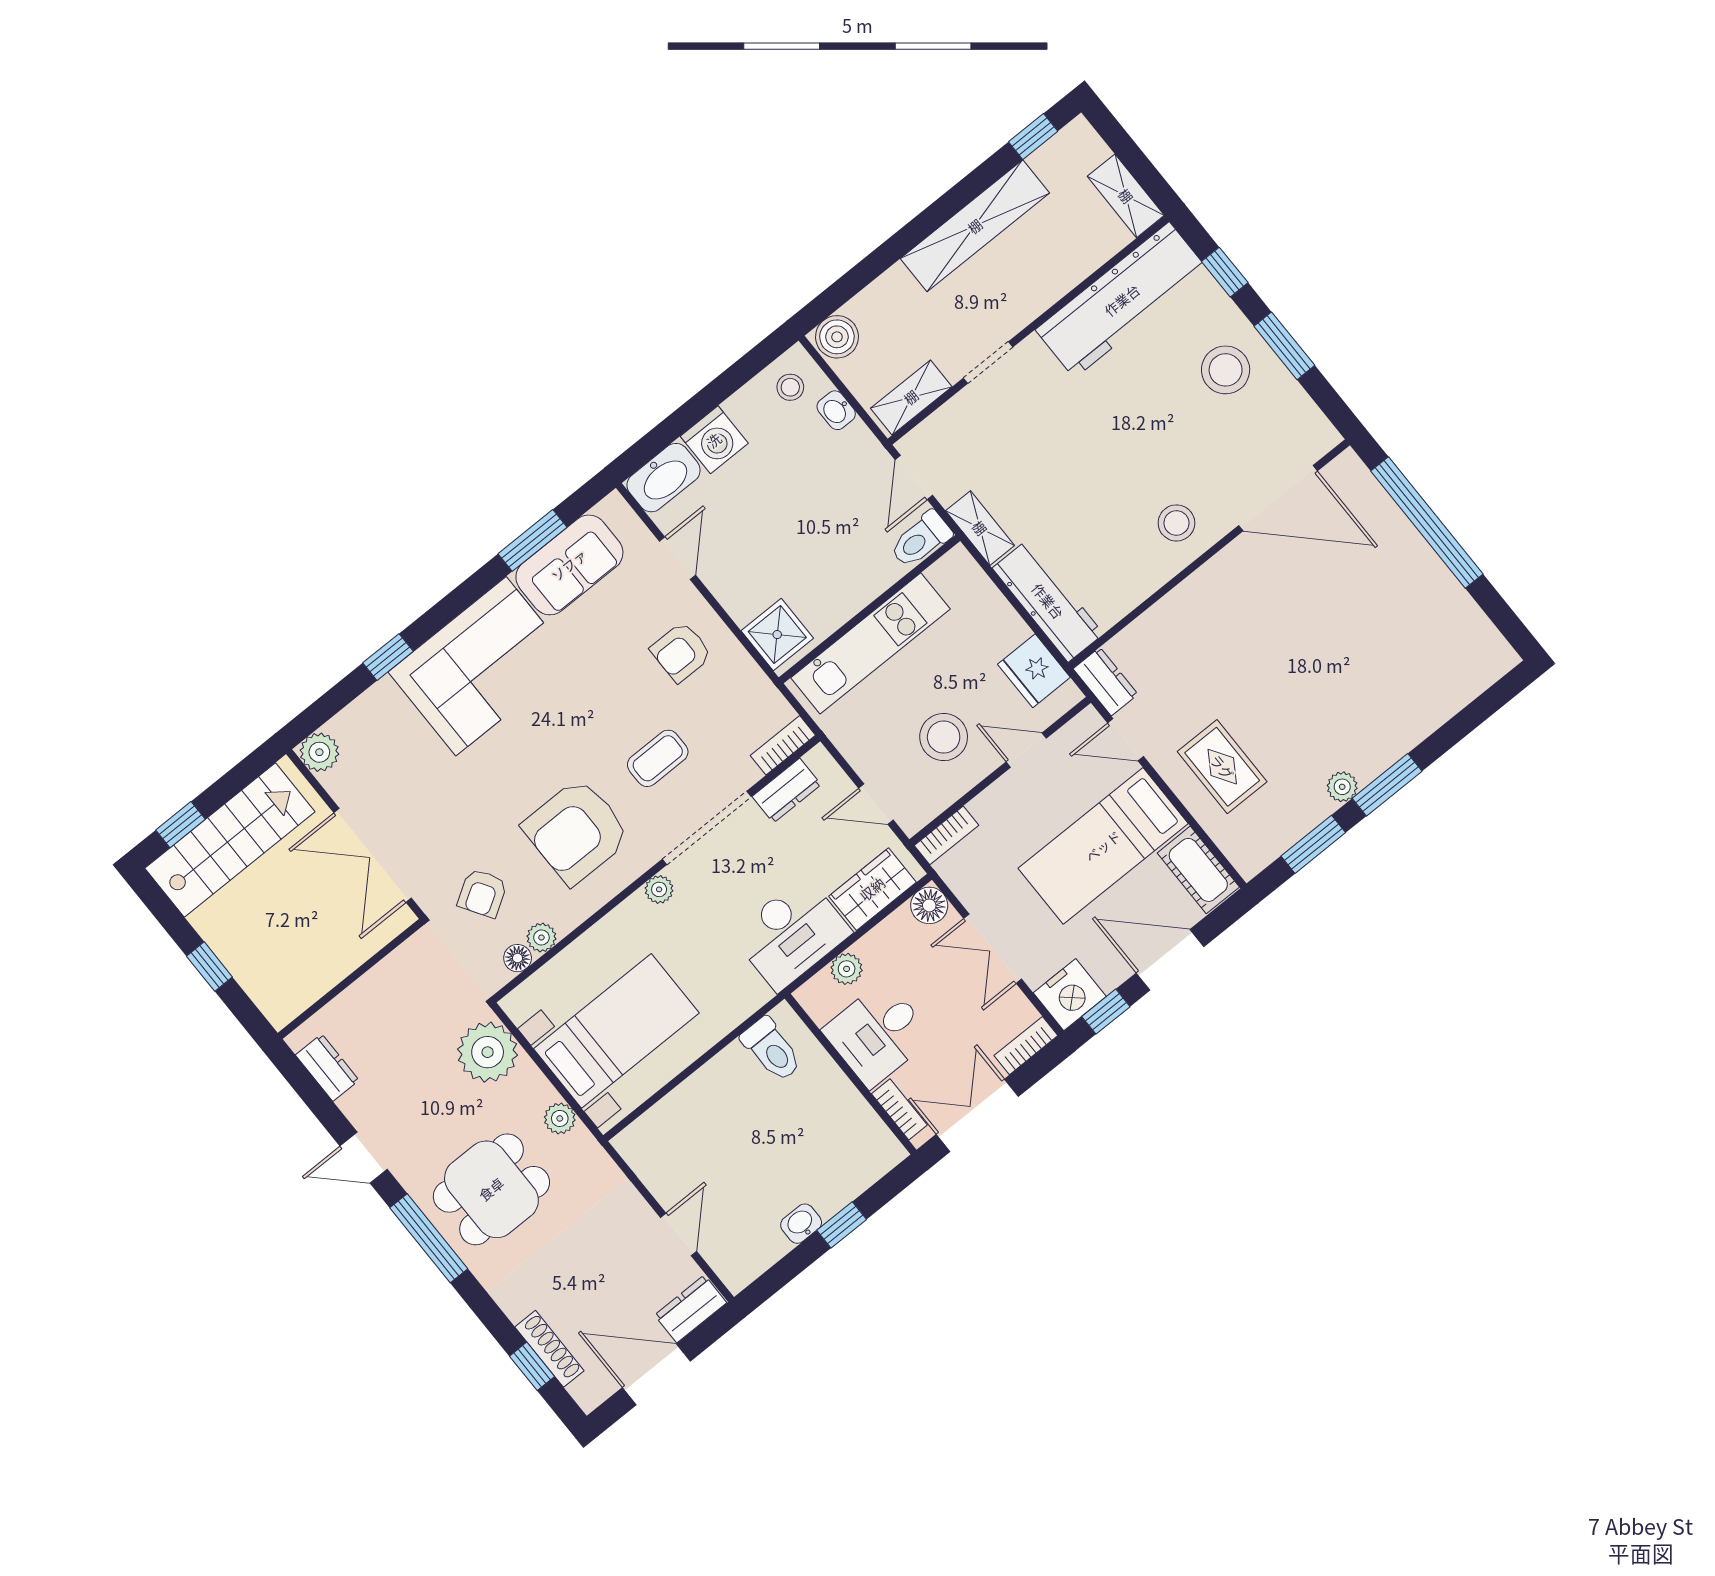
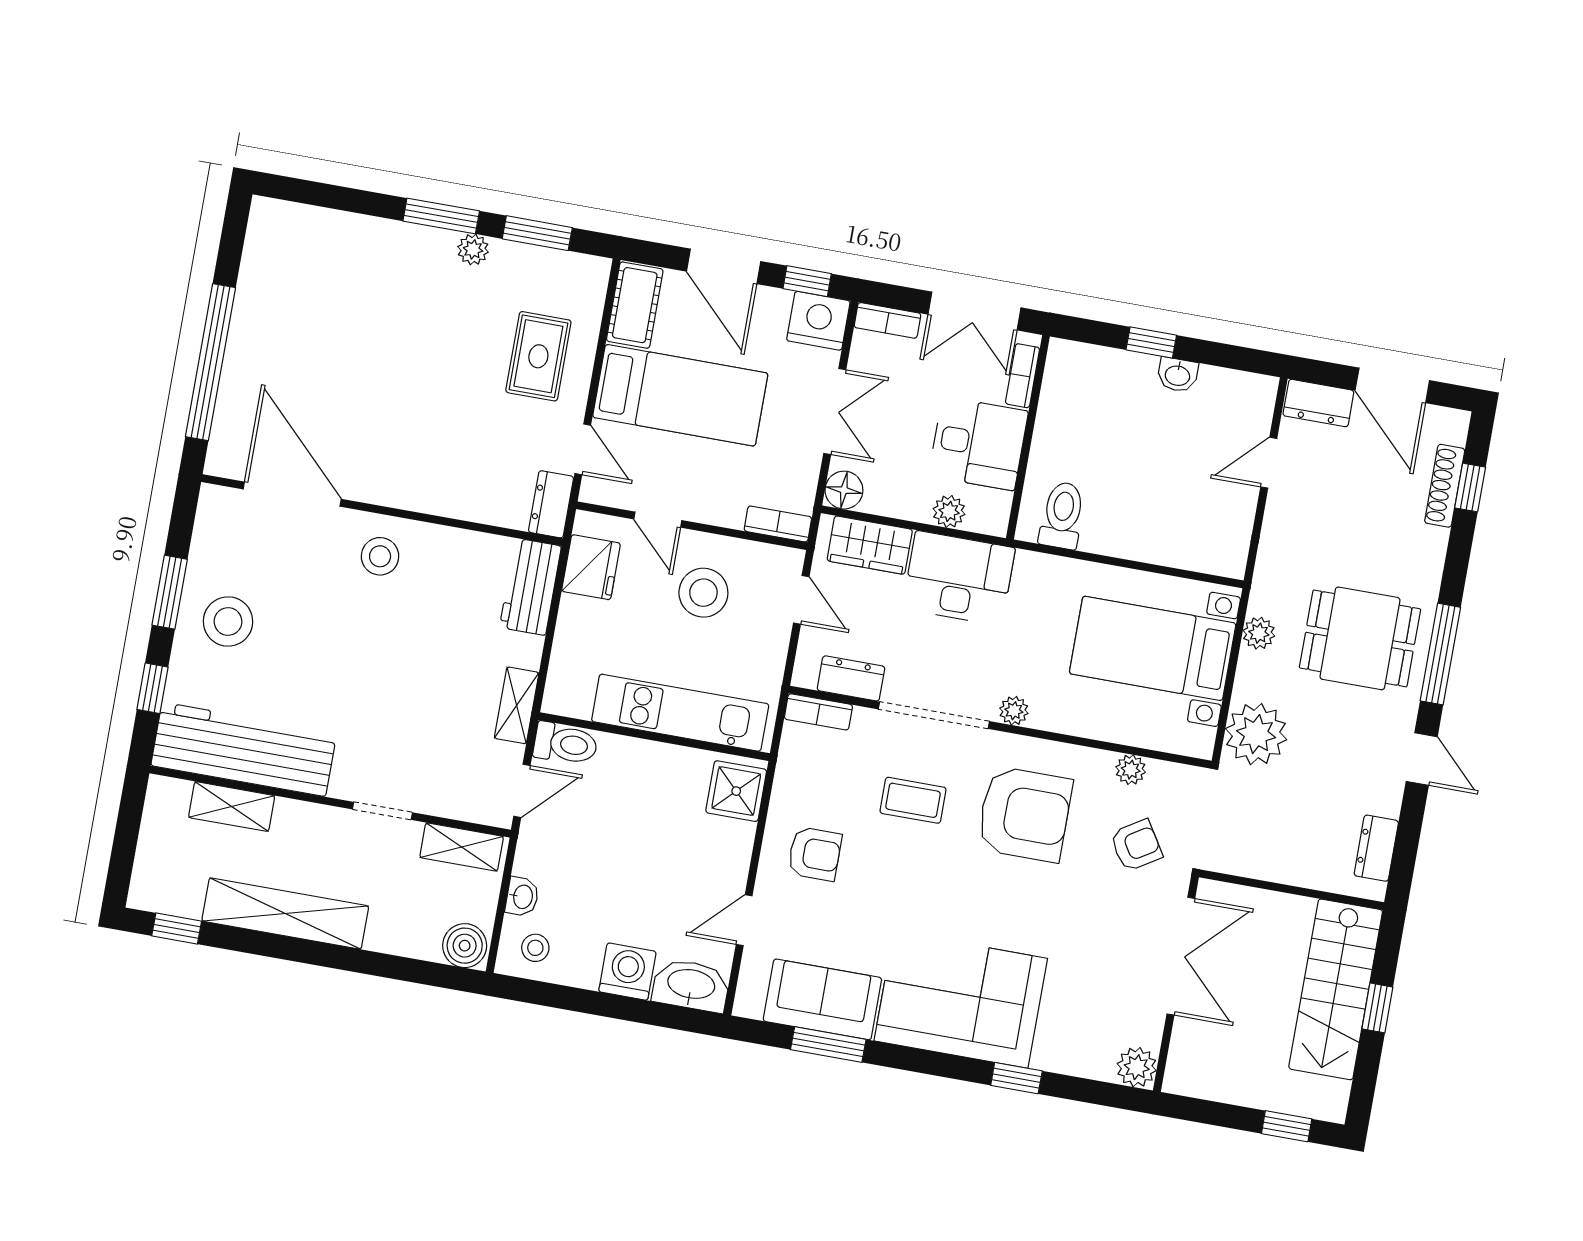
shelving: (1126, 196) -> (232, 807), moved, turned 90
workbench: (1048, 601) -> (530, 587), width x0.73
stairs: (230, 840) -> (1336, 989), moved, turned -90
floor lamp: (518, 958) -> (1163, 774), removed

